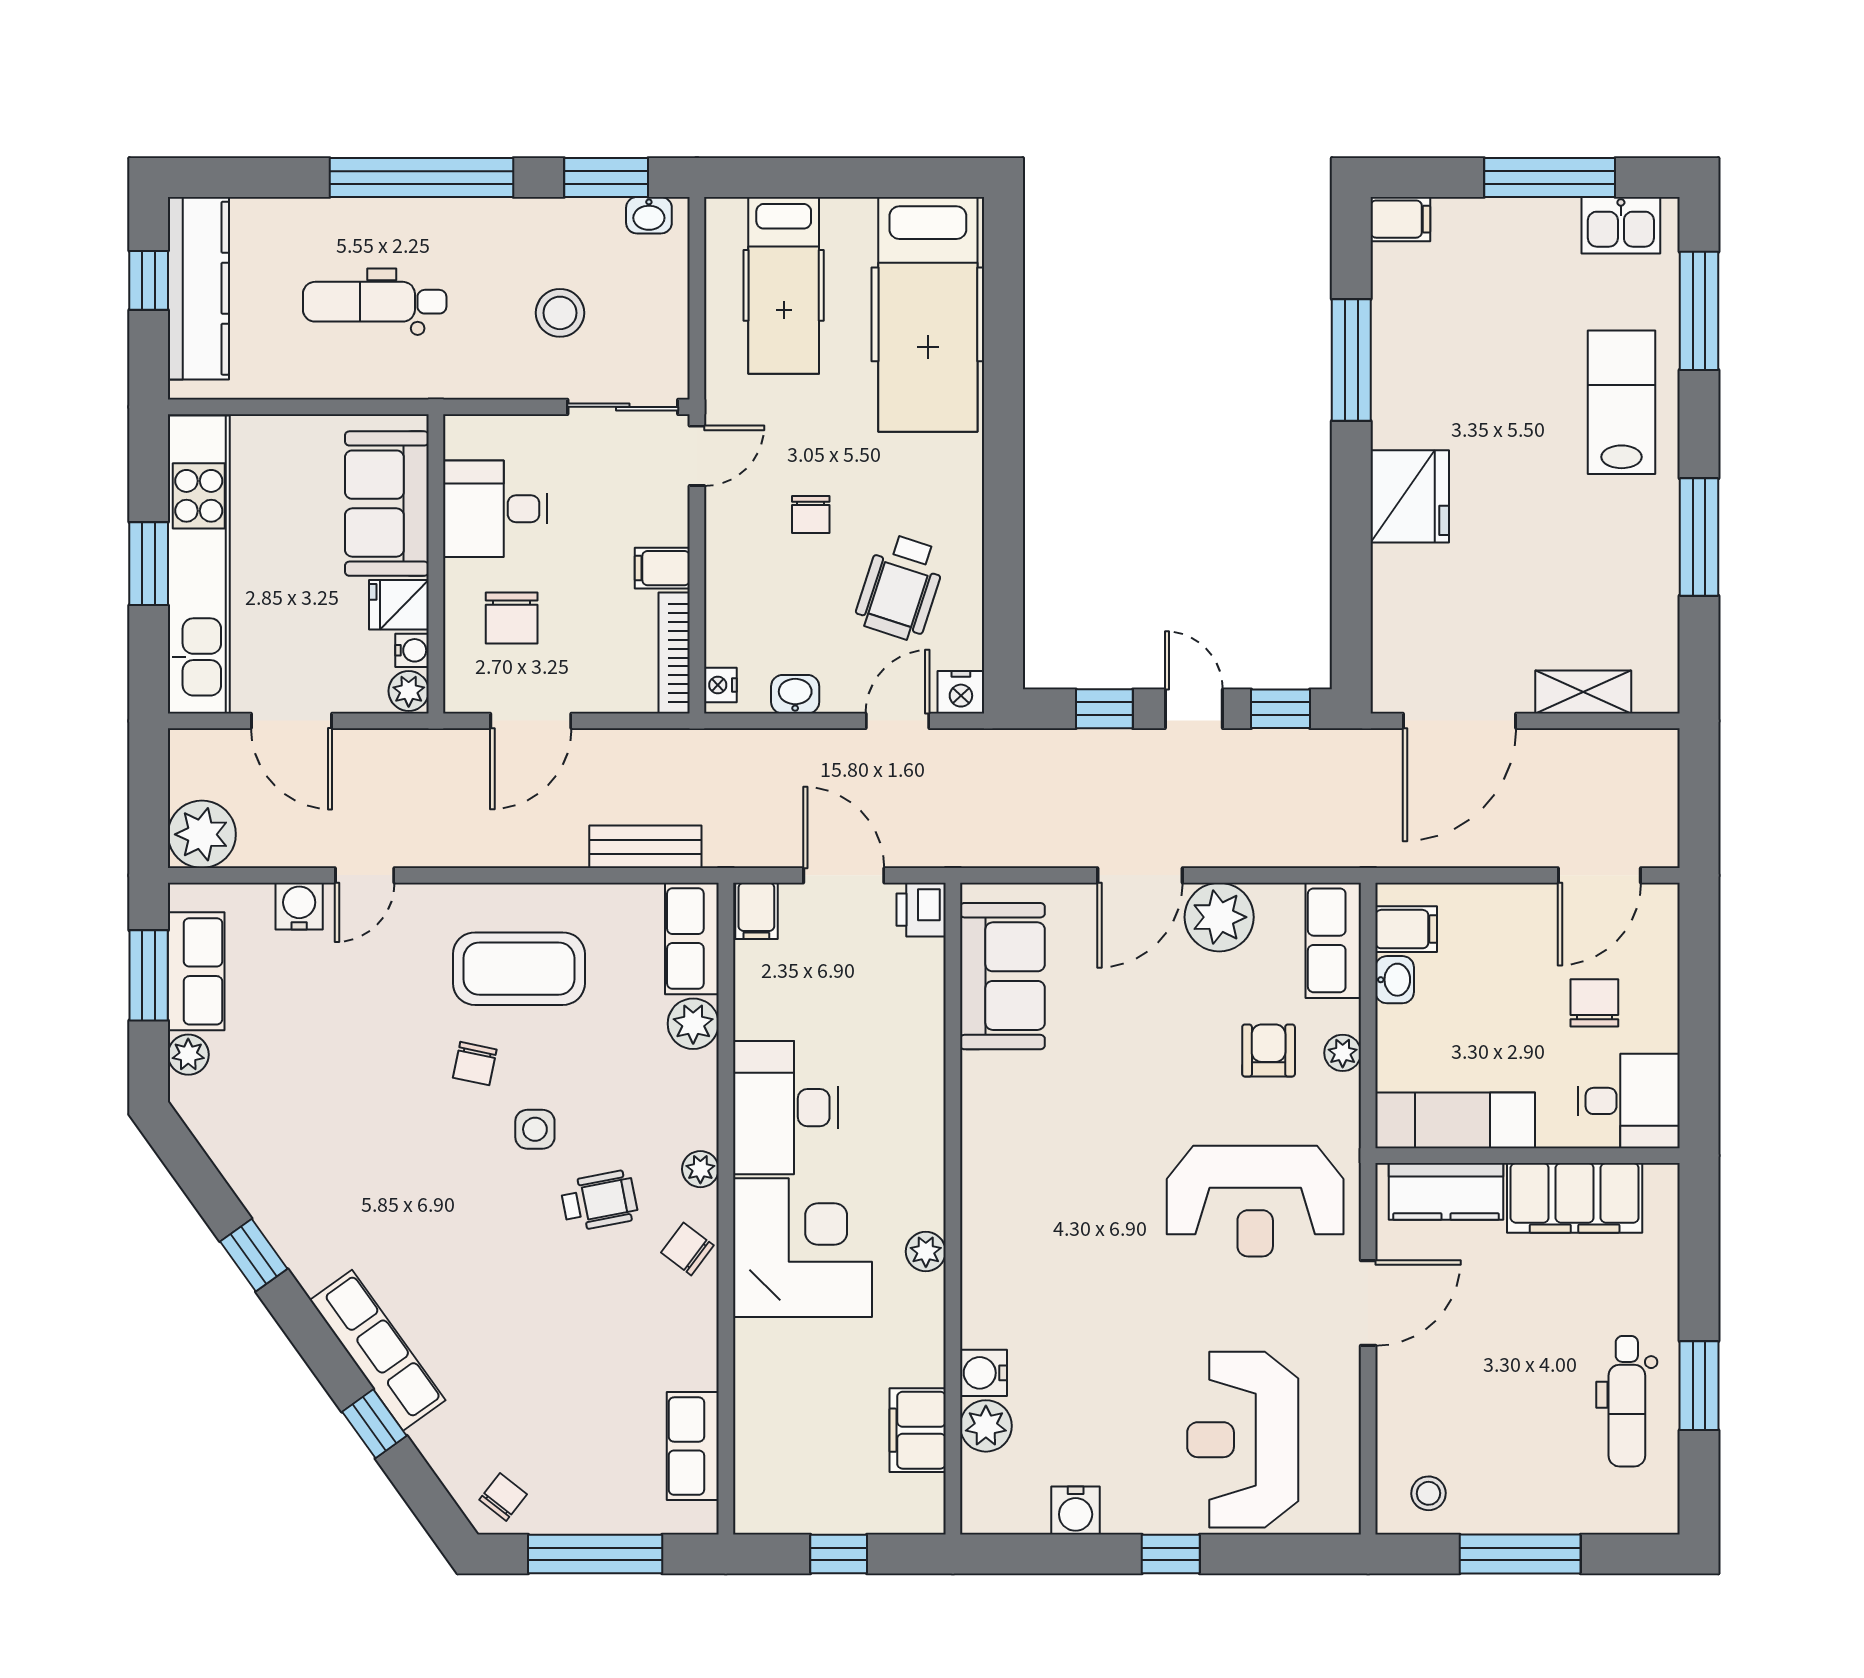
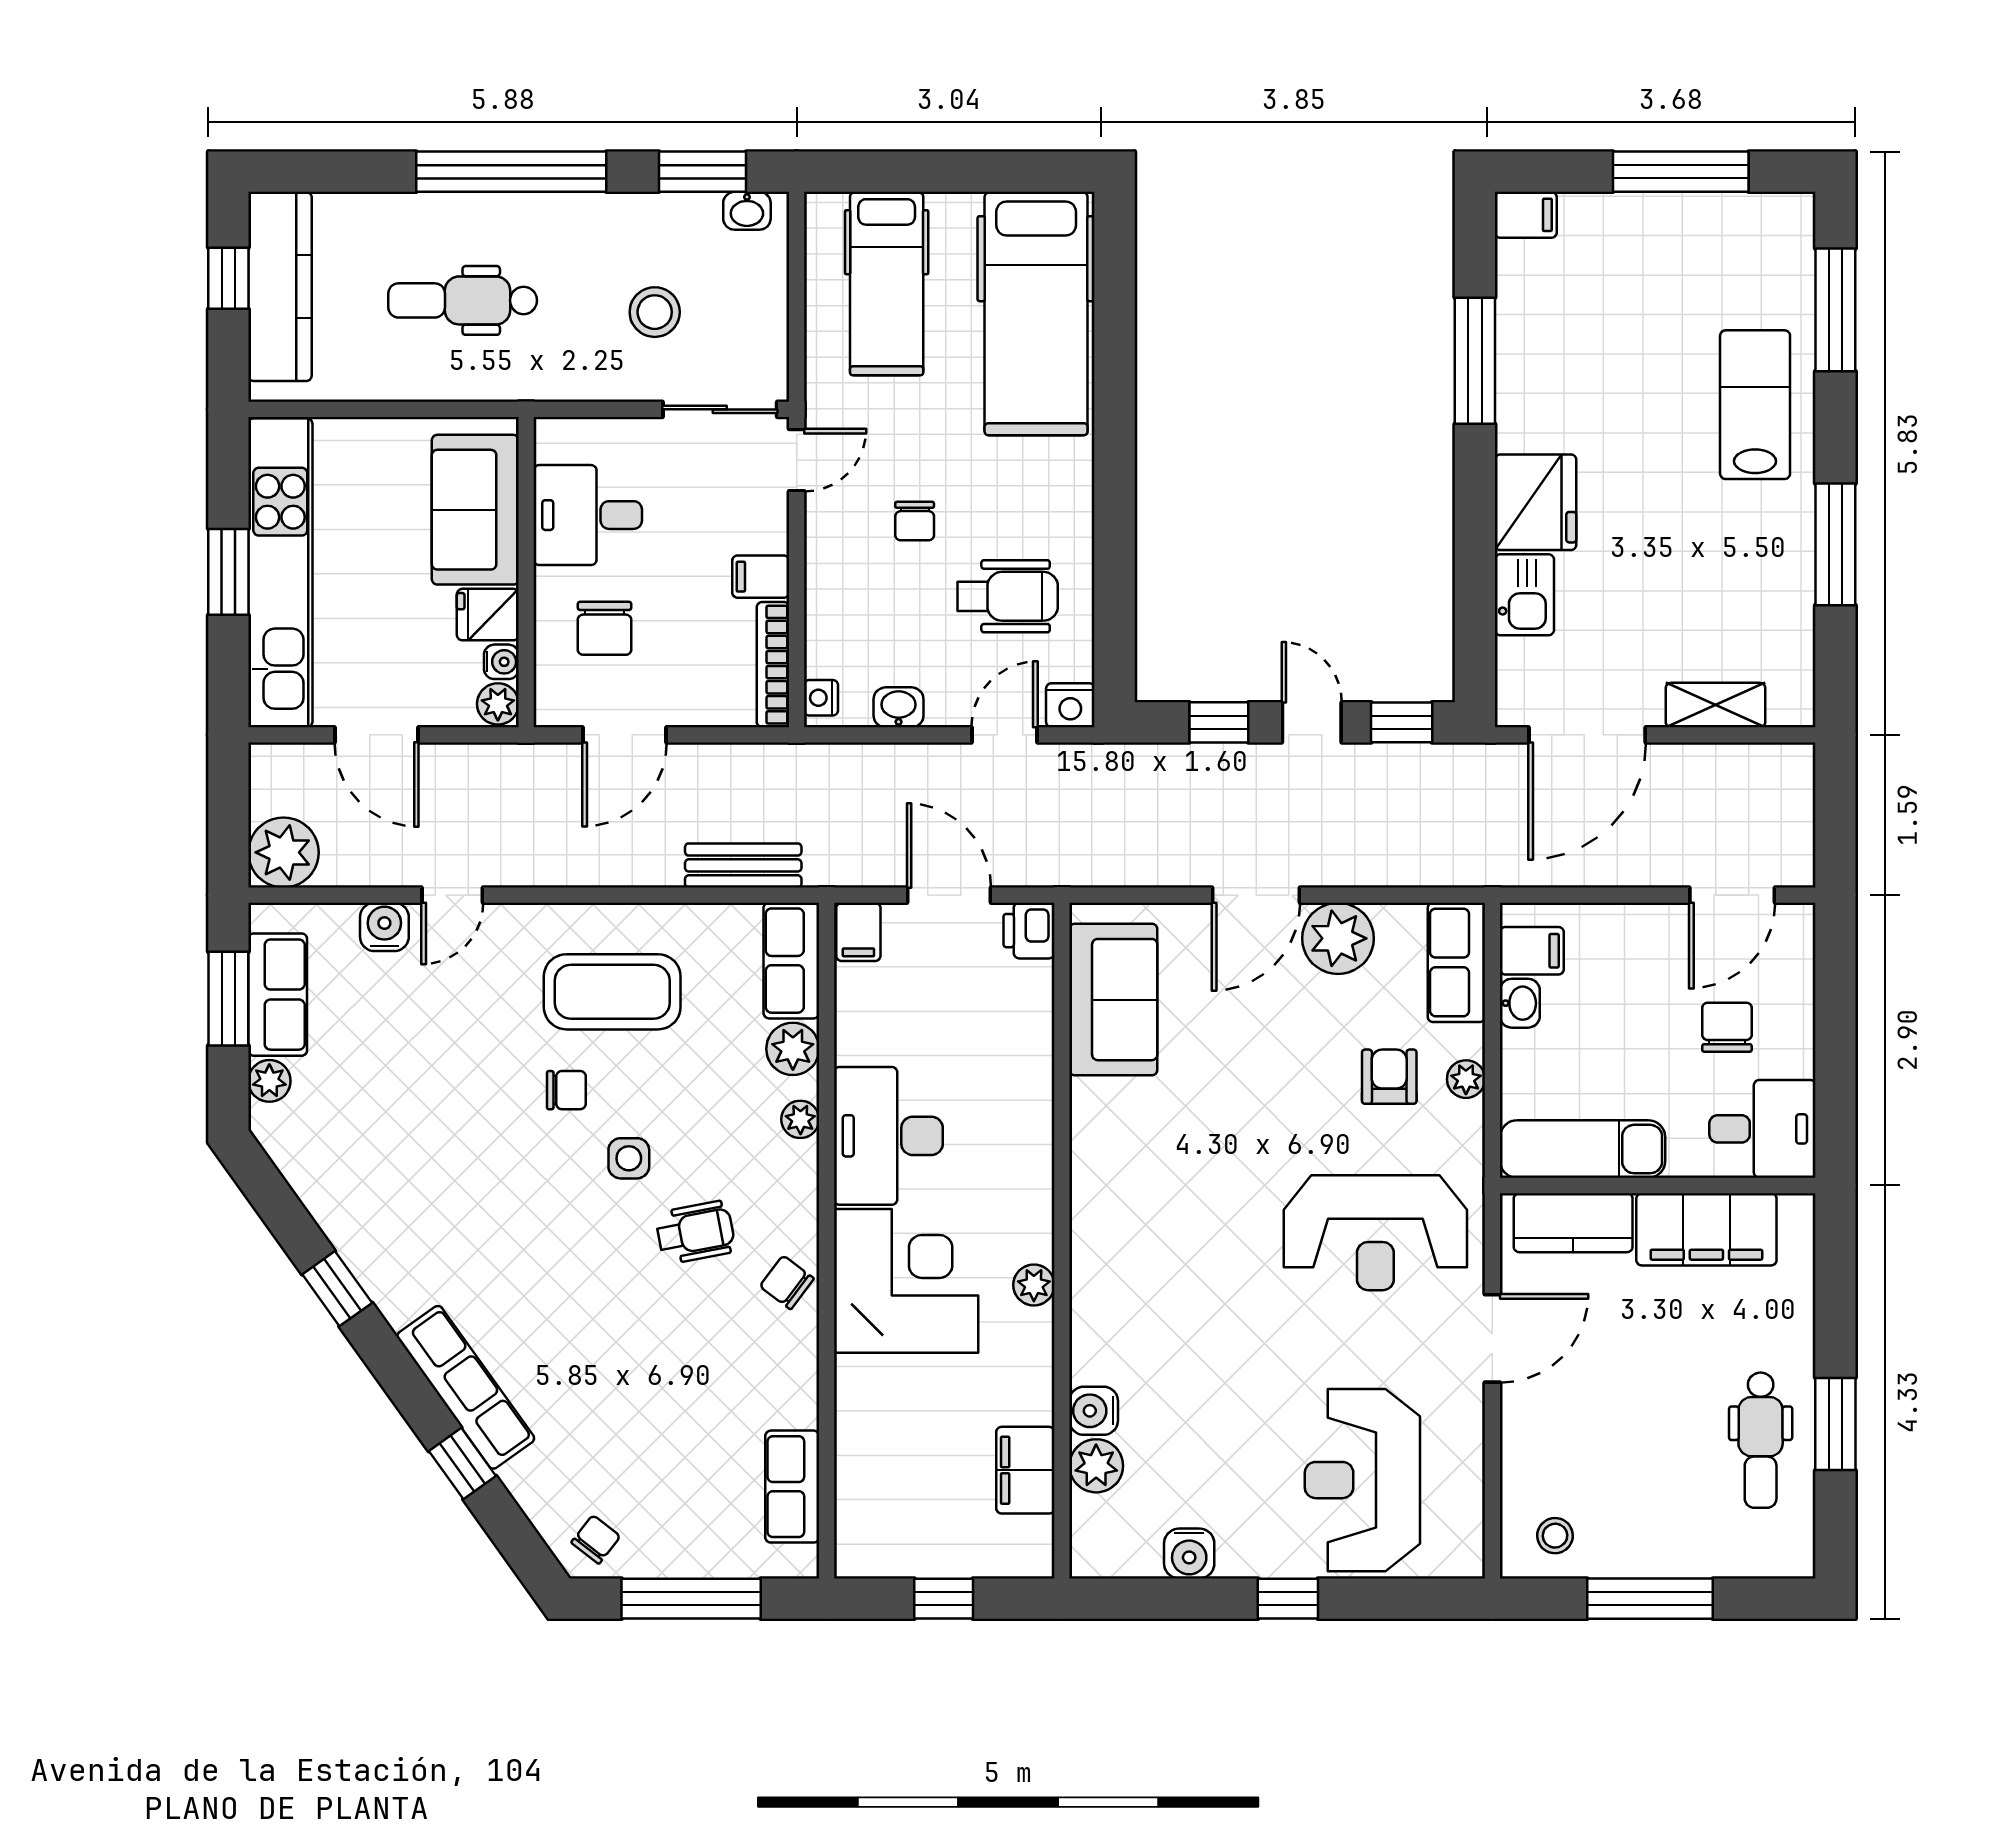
kitchen sink: (1621, 225) -> (1524, 595), moved, turned -90
wheelchair: (900, 587) -> (1008, 596), turned -108
chair: (475, 1064) -> (566, 1090), turned -102
plant: (700, 1169) -> (800, 1119), moved

